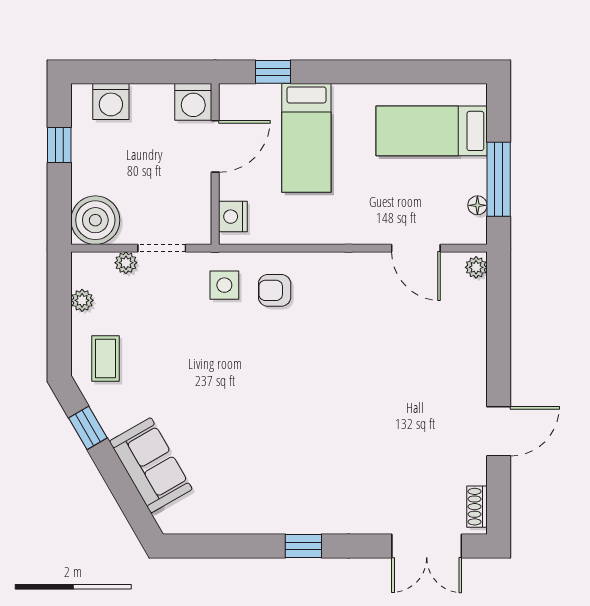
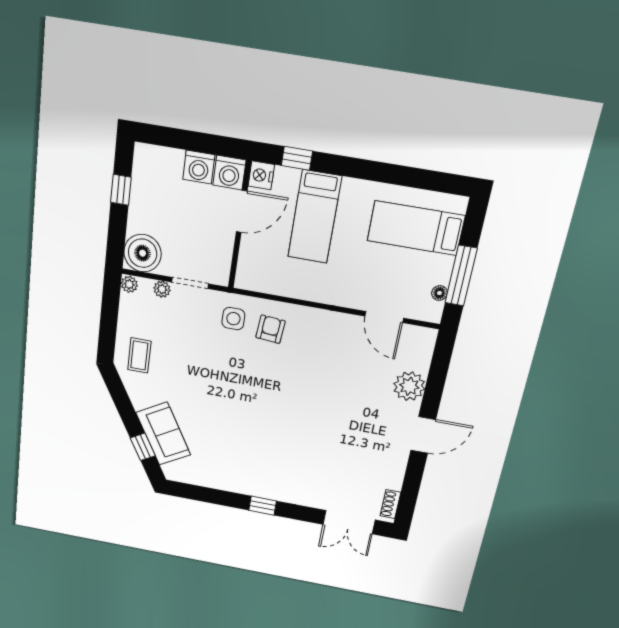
washing machine: (111, 102) -> (199, 167), moved
nightstand: (233, 217) -> (261, 175), moved
plant: (476, 267) -> (409, 386), moved, width x1.88, depth x1.88
armchair: (275, 290) -> (270, 329), turned 95
plant: (82, 300) -> (129, 284), moved
window: (88, 428) -> (143, 447), moved
door: (499, 431) -> (423, 435), moved

